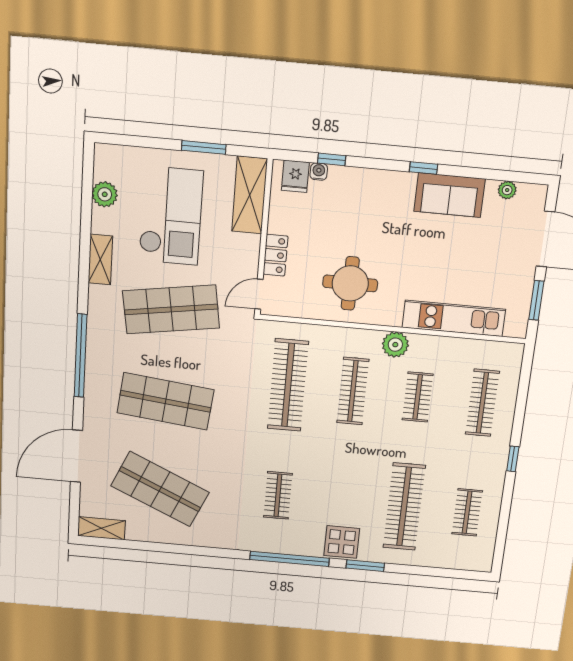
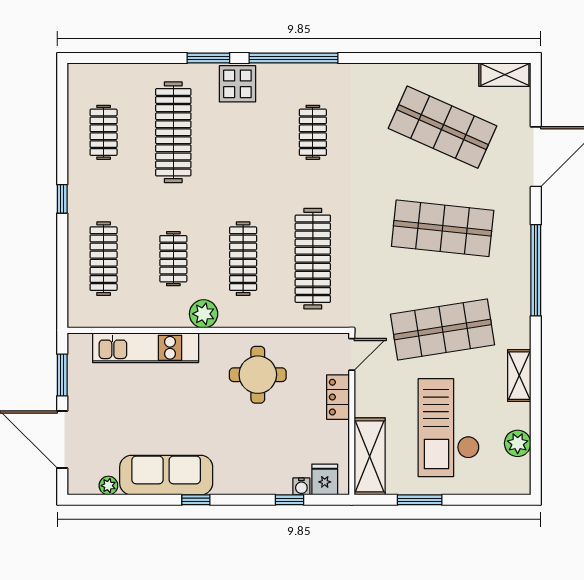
sofa: (450, 195) -> (166, 475), width x1.36

